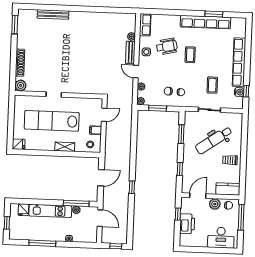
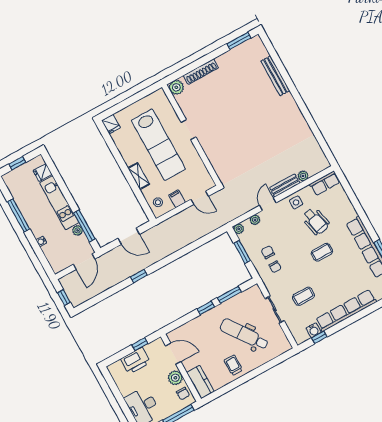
lab bench: (52, 121) -> (158, 145), turned 180
window: (180, 169) -> (206, 308), moved

